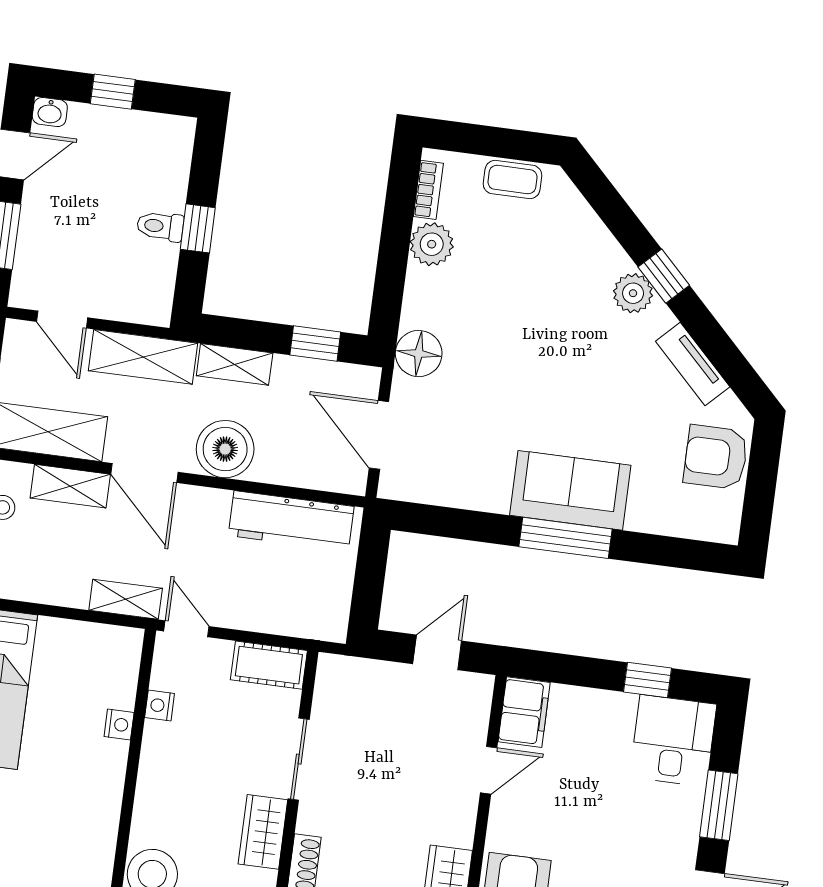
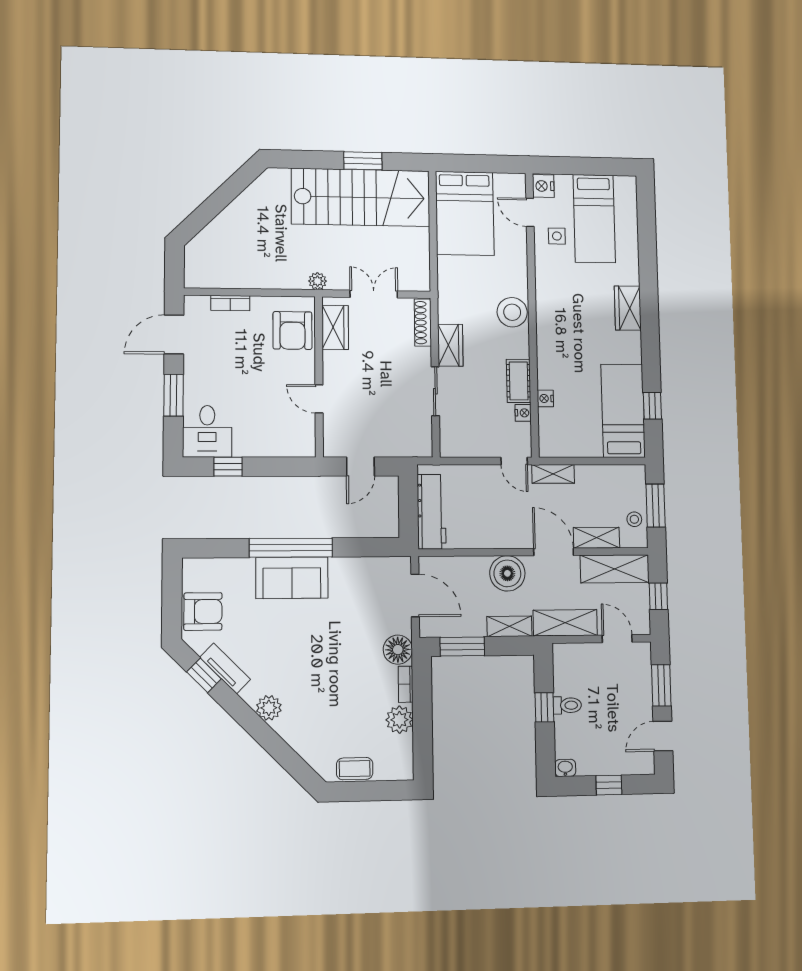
washbasin: (50, 112) -> (565, 768), moved
bookcase: (428, 190) -> (406, 684), moved
window: (664, 276) -> (204, 675), moved
window: (315, 344) -> (462, 647), width x1.50
workbench: (291, 521) -> (432, 512), moved, turned 90
window: (565, 538) -> (291, 548), width x1.46
cot: (269, 665) -> (519, 381), moved, turned 90
filing cabinet: (524, 712) -> (302, 437), removed
door: (489, 770) -> (319, 399), hinge flipped

